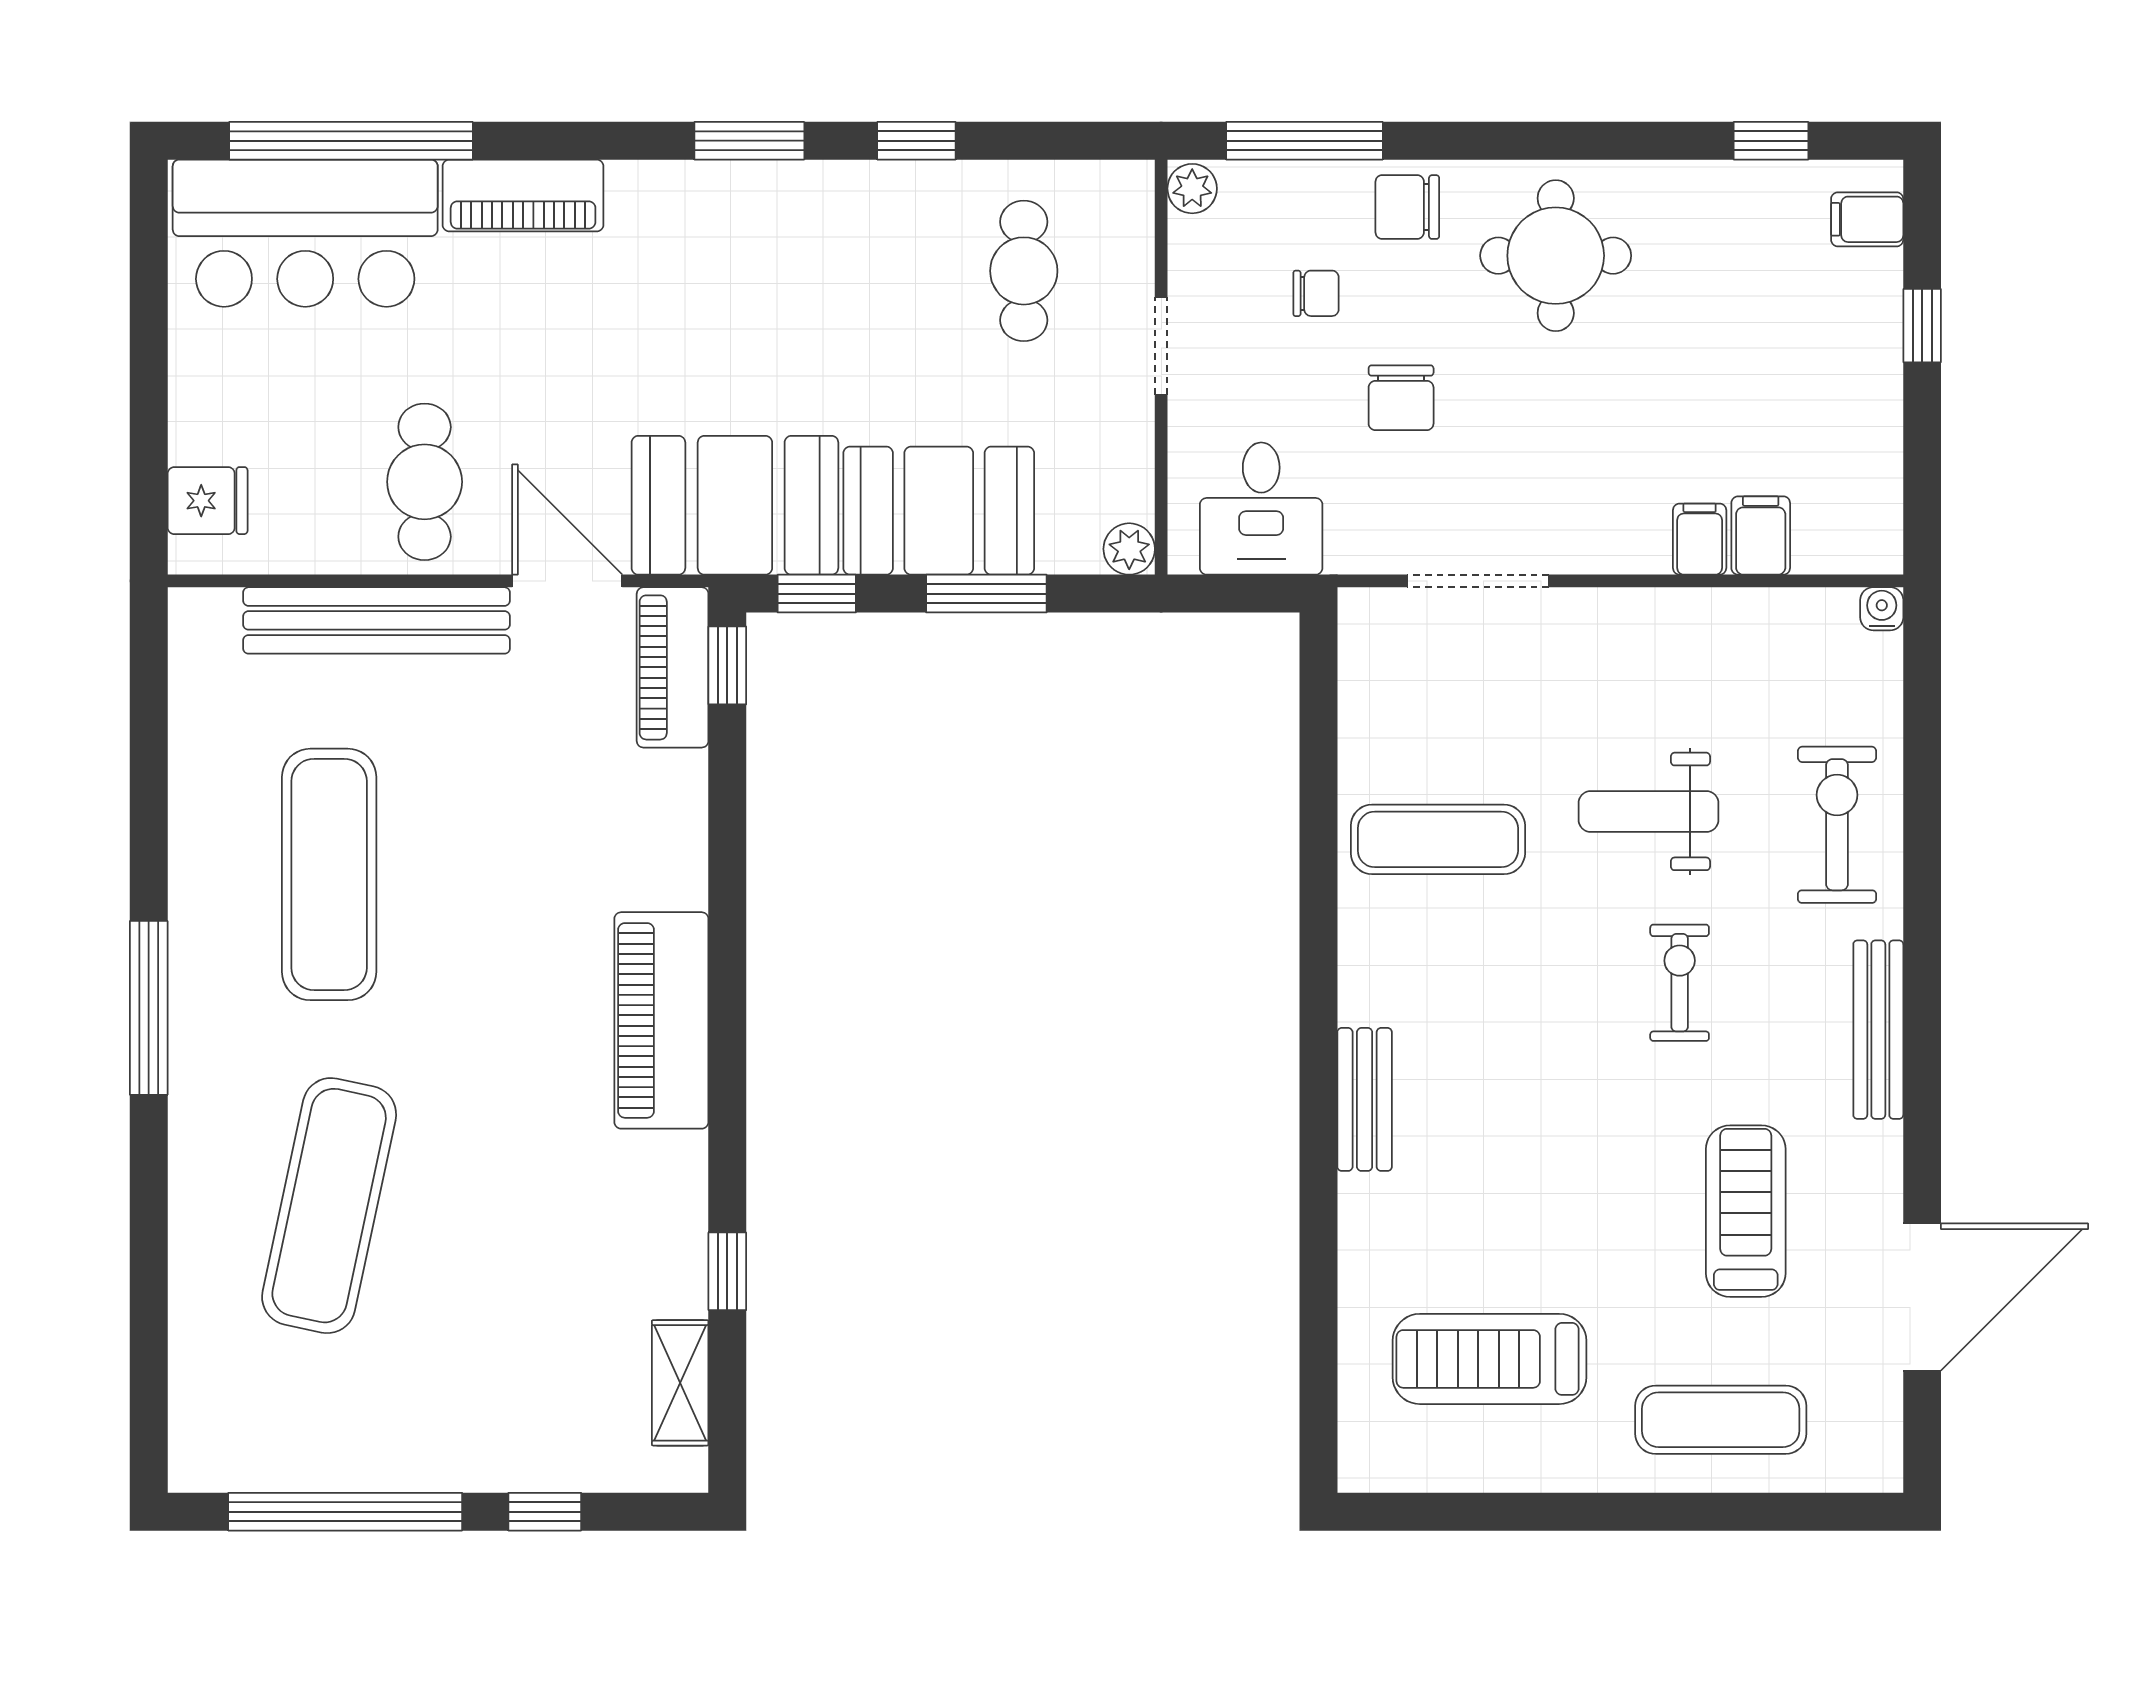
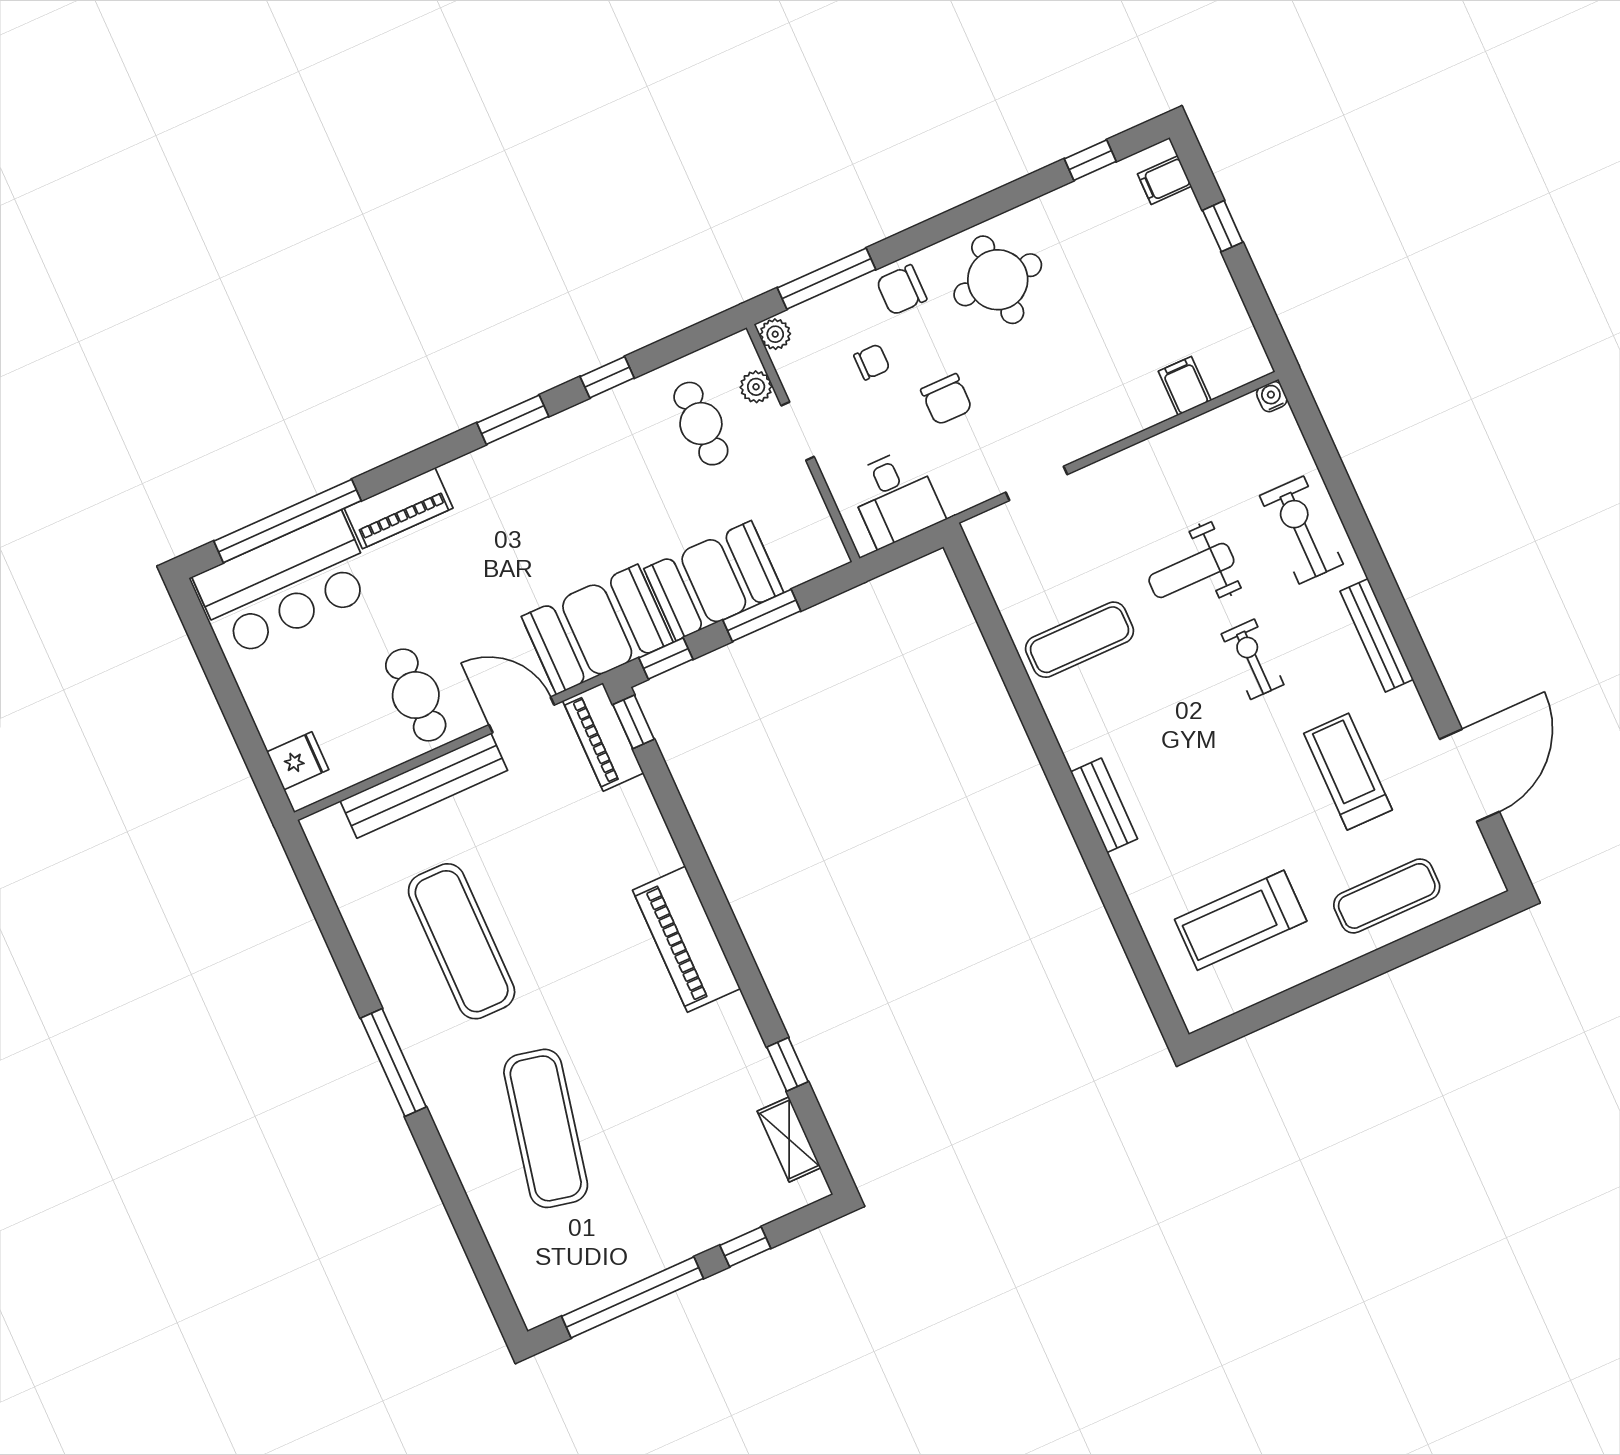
filing cabinet: (1700, 539) -> (1151, 403), removed
plant: (1129, 549) -> (756, 387), moved
doorway: (1478, 581) -> (1036, 483), width x0.73

